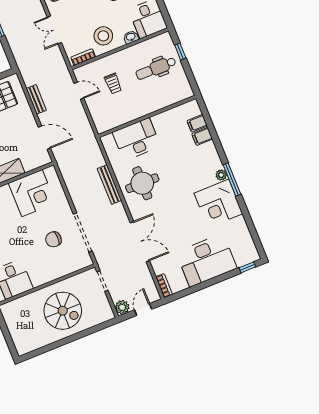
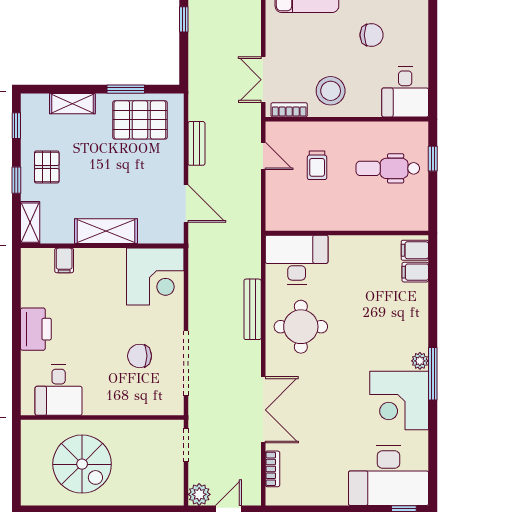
double door: (54, 30) -> (263, 80), moved
washbasin: (131, 37) -> (370, 109), removed
filing cabinet: (202, 136) -> (415, 250), moved
desk: (136, 139) -> (297, 260), moved
corner desk: (32, 193) -> (155, 277), moved
desk: (207, 260) -> (389, 476), moved
bookcase: (164, 286) -> (273, 469), moved
spiral stairs: (63, 311) -> (82, 464), moved

